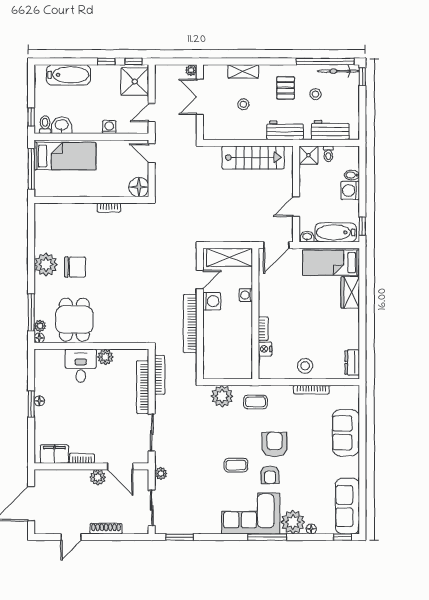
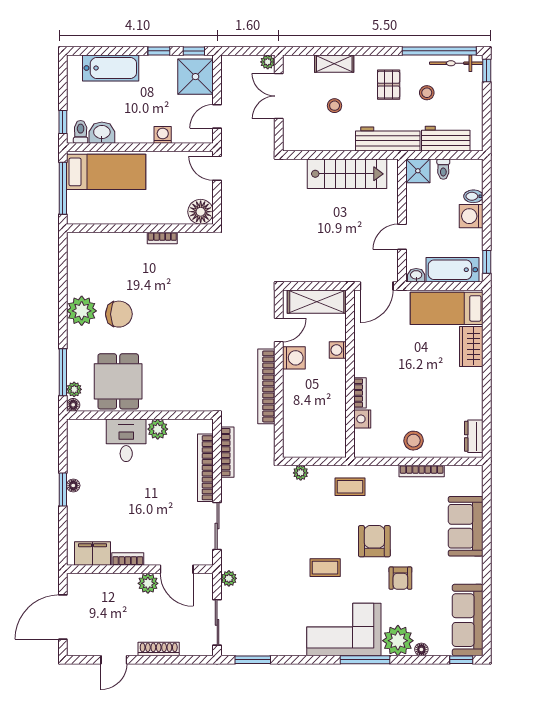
workbench: (285, 130) -> (388, 139), width x1.38
plant: (222, 396) -> (301, 473), width x0.53, depth x0.53
armchair: (270, 475) -> (400, 578), moved

